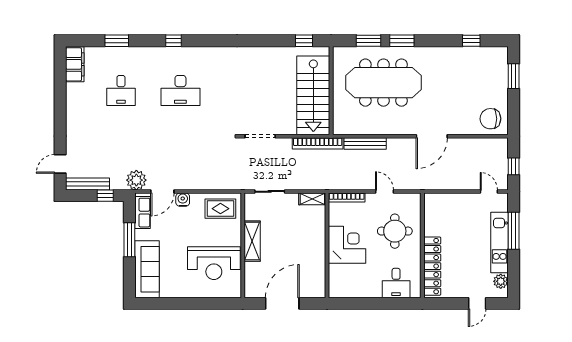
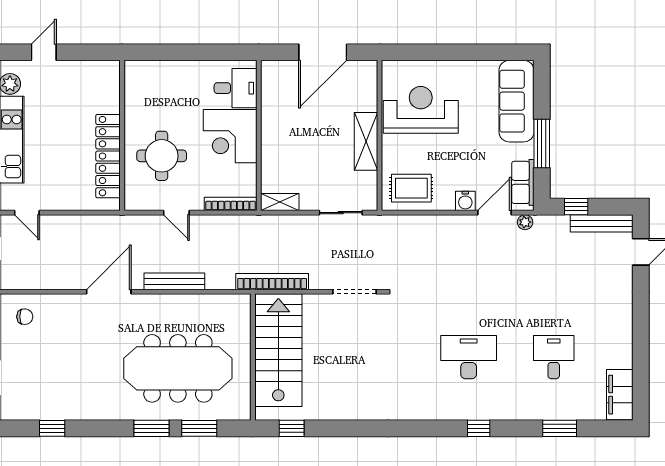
chair: (490, 119) -> (25, 317), width x0.54, depth x0.54
bench: (365, 143) -> (174, 281), moved
plant: (136, 180) -> (525, 222), width x0.53, depth x0.53
locker: (432, 266) -> (108, 156), moved
desk: (396, 283) -> (235, 88), moved, turned 90

